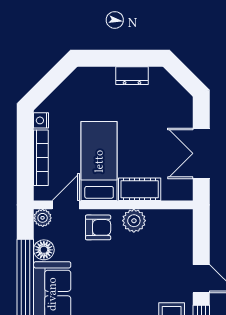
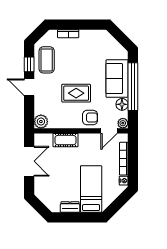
bed: (99, 161) -> (91, 189), moved, turned 180
plant: (134, 221) -> (41, 122), moved
armchair: (98, 227) -> (90, 118), turned 180
rug: (122, 269) -> (76, 93), added

